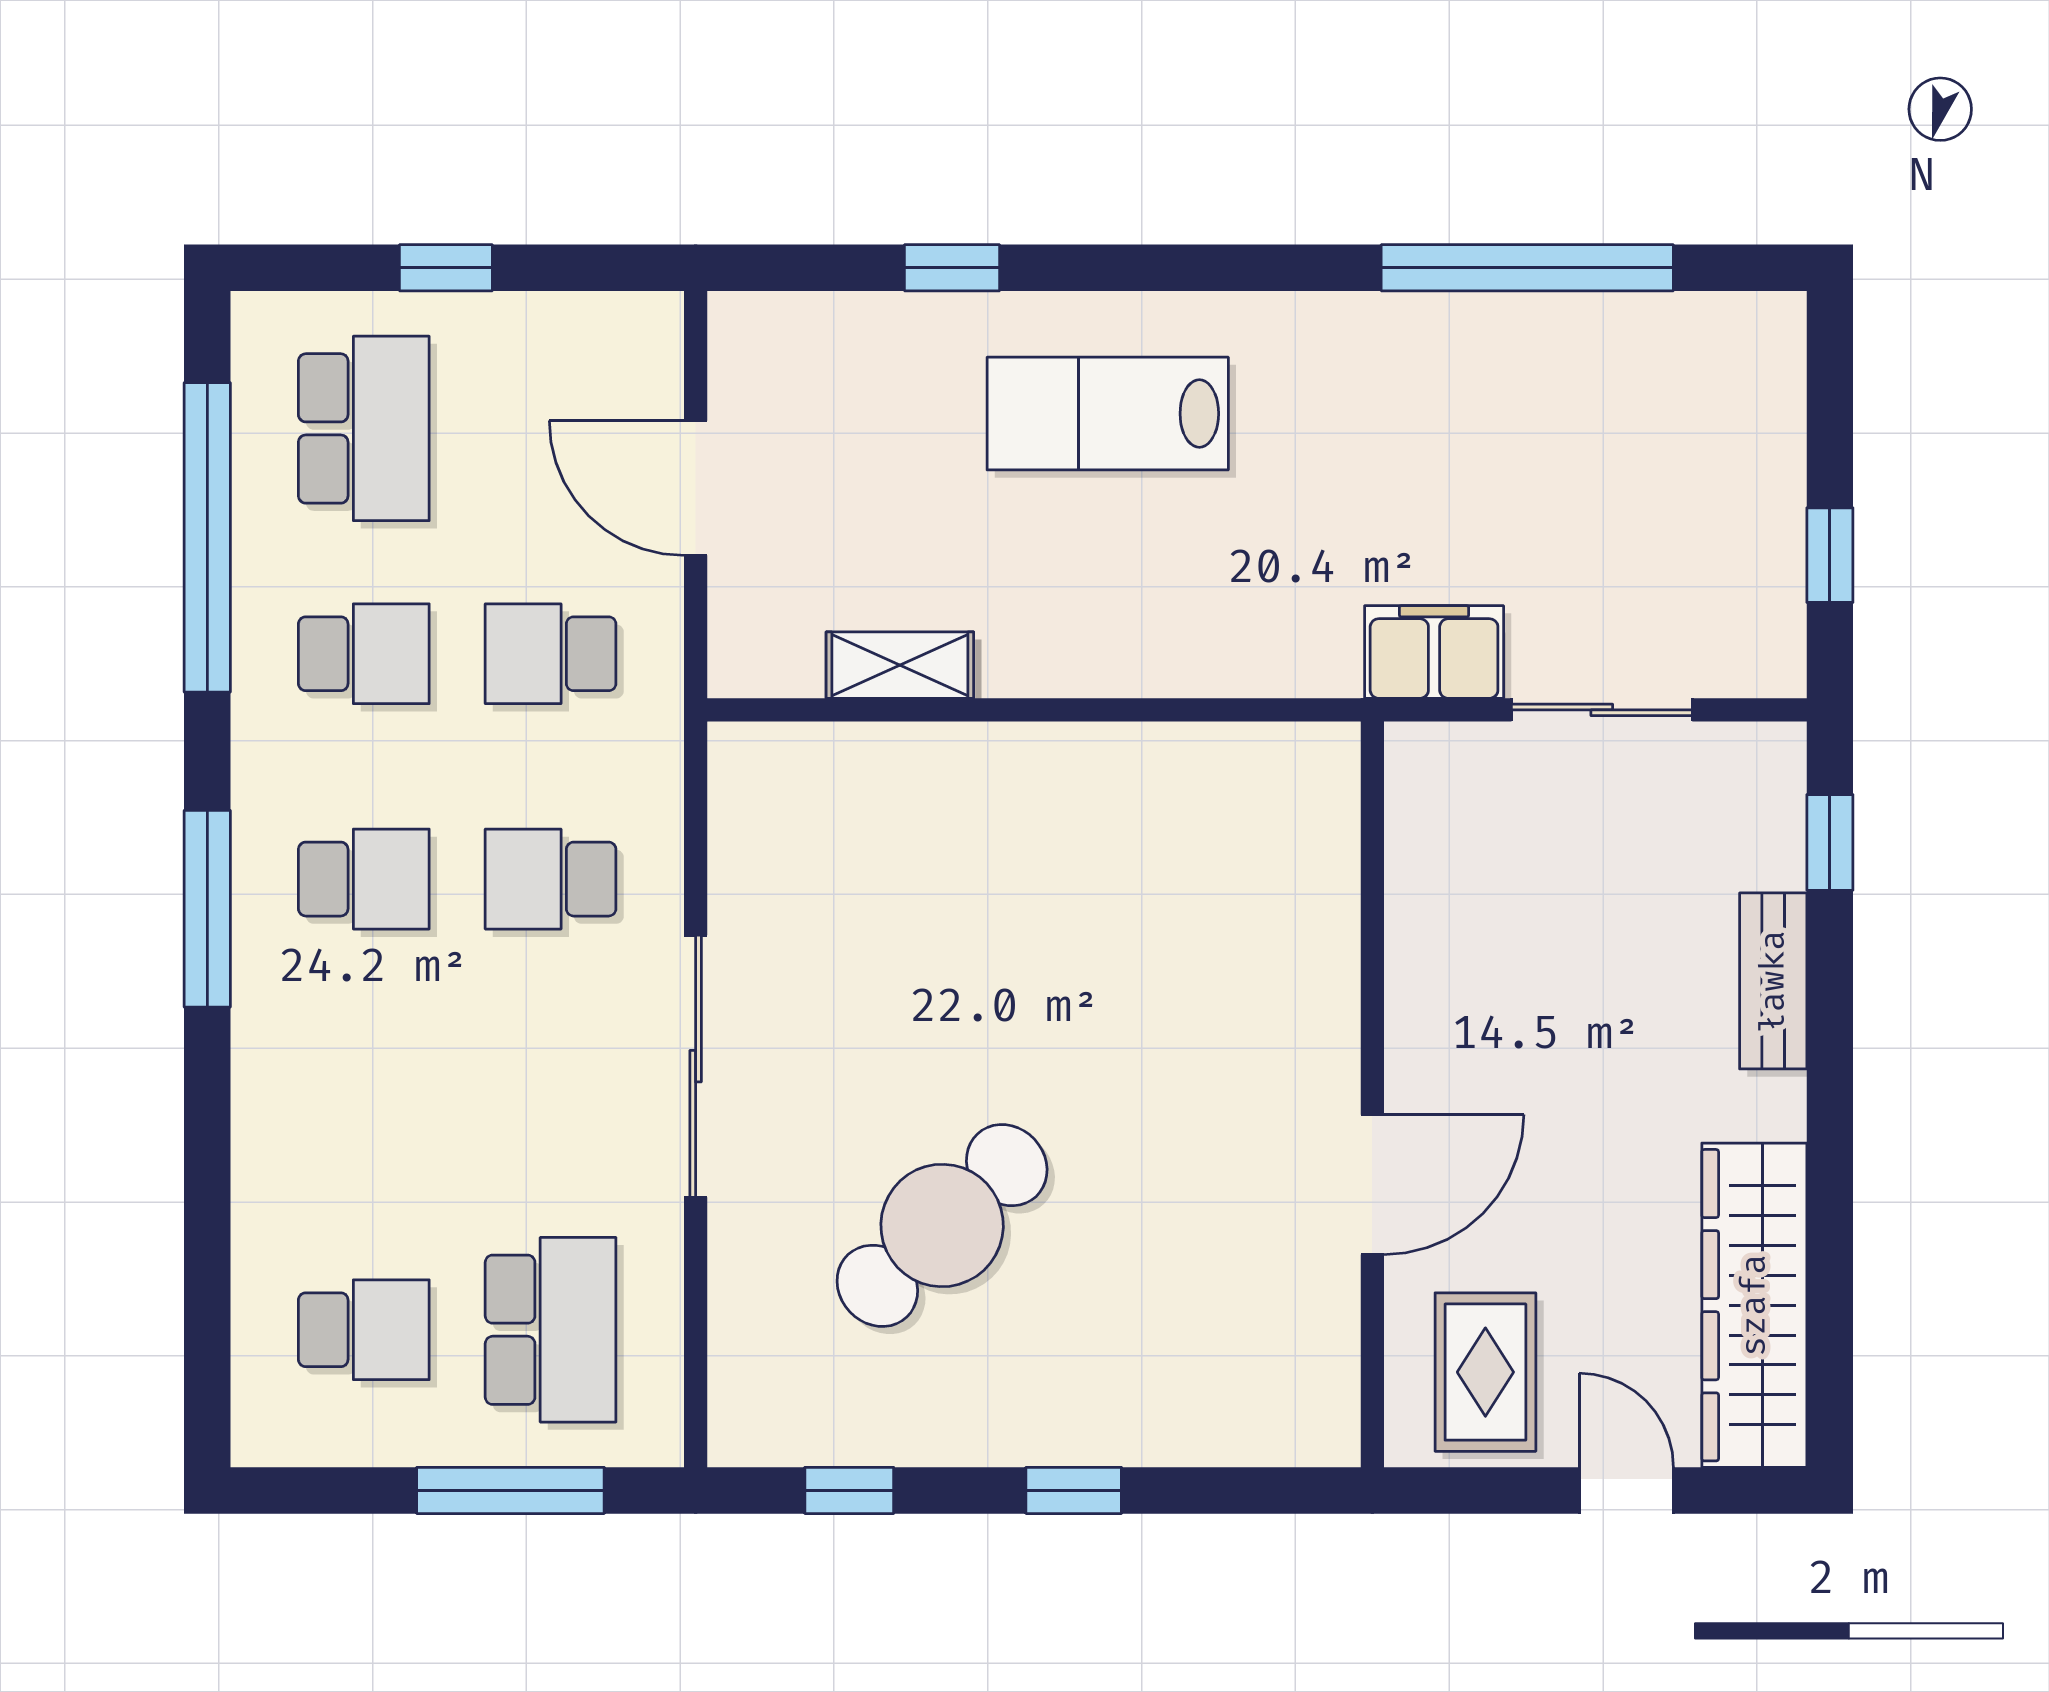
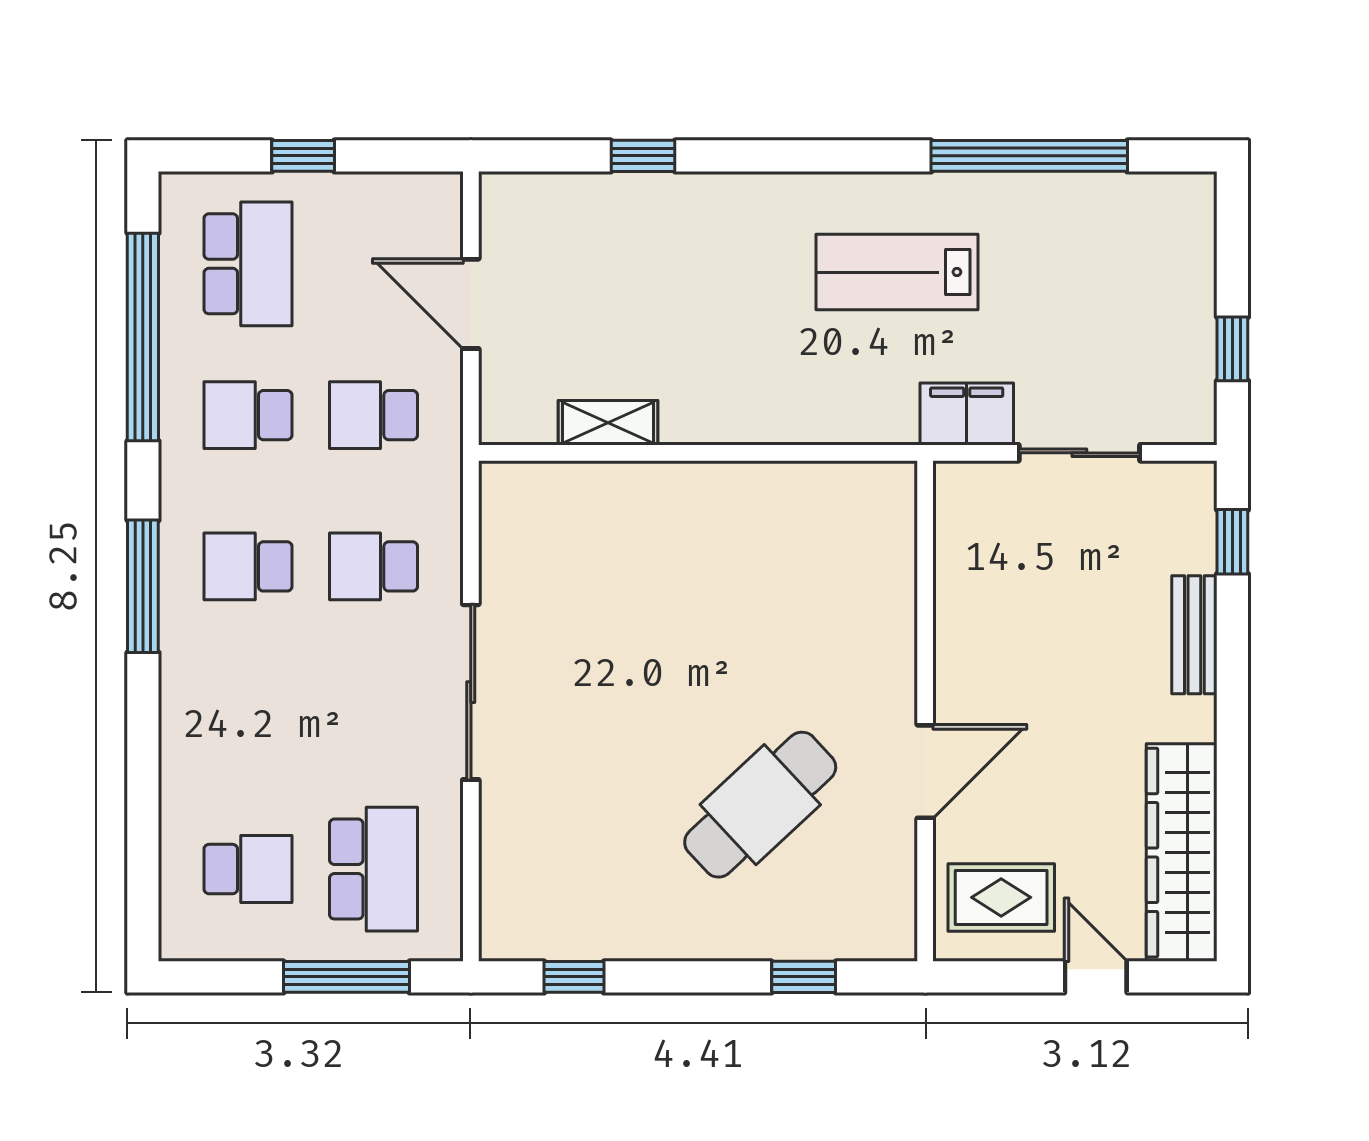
lab bench: (1108, 414) -> (897, 272), moved
school desk: (364, 654) -> (248, 415), turned 180
school desk: (364, 879) -> (248, 566), turned 180
cafe table: (942, 1225) -> (760, 805), moved
rug: (1485, 1372) -> (1001, 897), turned 90
window: (1074, 1490) -> (804, 977), moved

